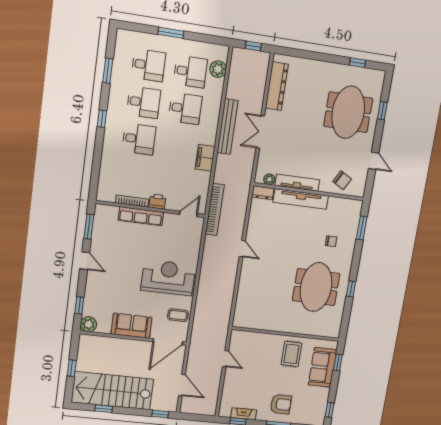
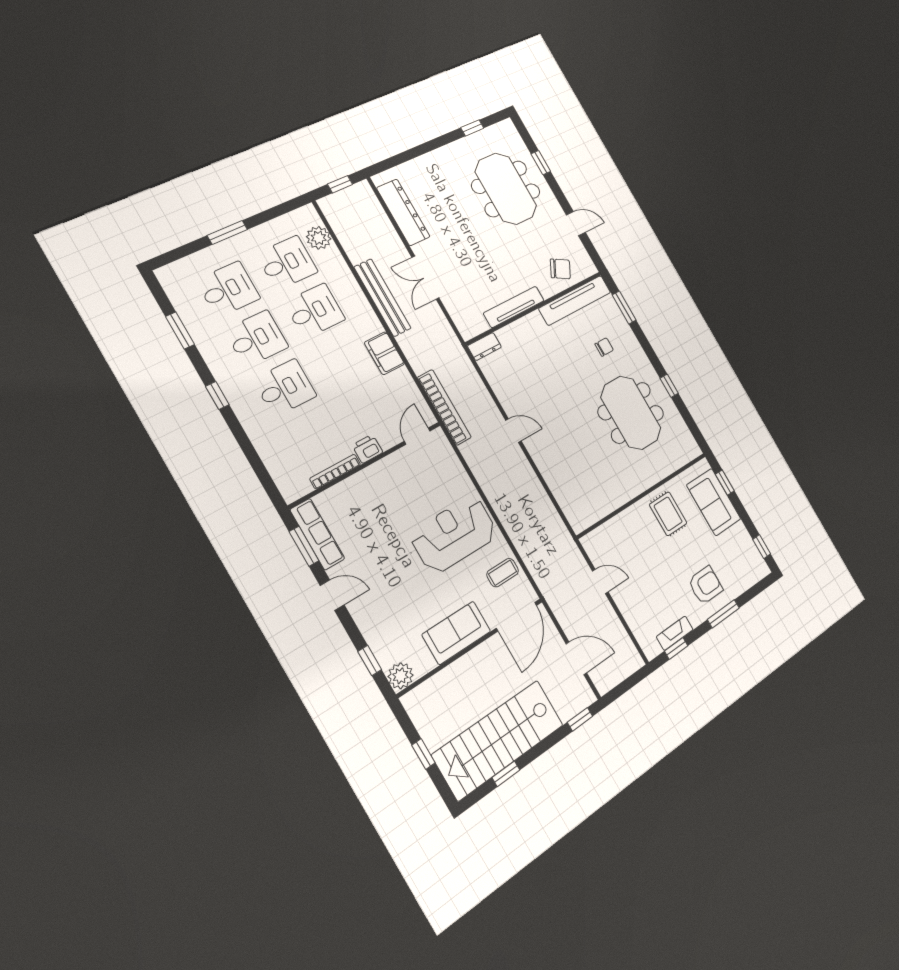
plant: (269, 179) -> (479, 326), removed
tv unit: (301, 199) -> (575, 300), moved
row of seats: (141, 216) -> (317, 534), moved, turned -90

